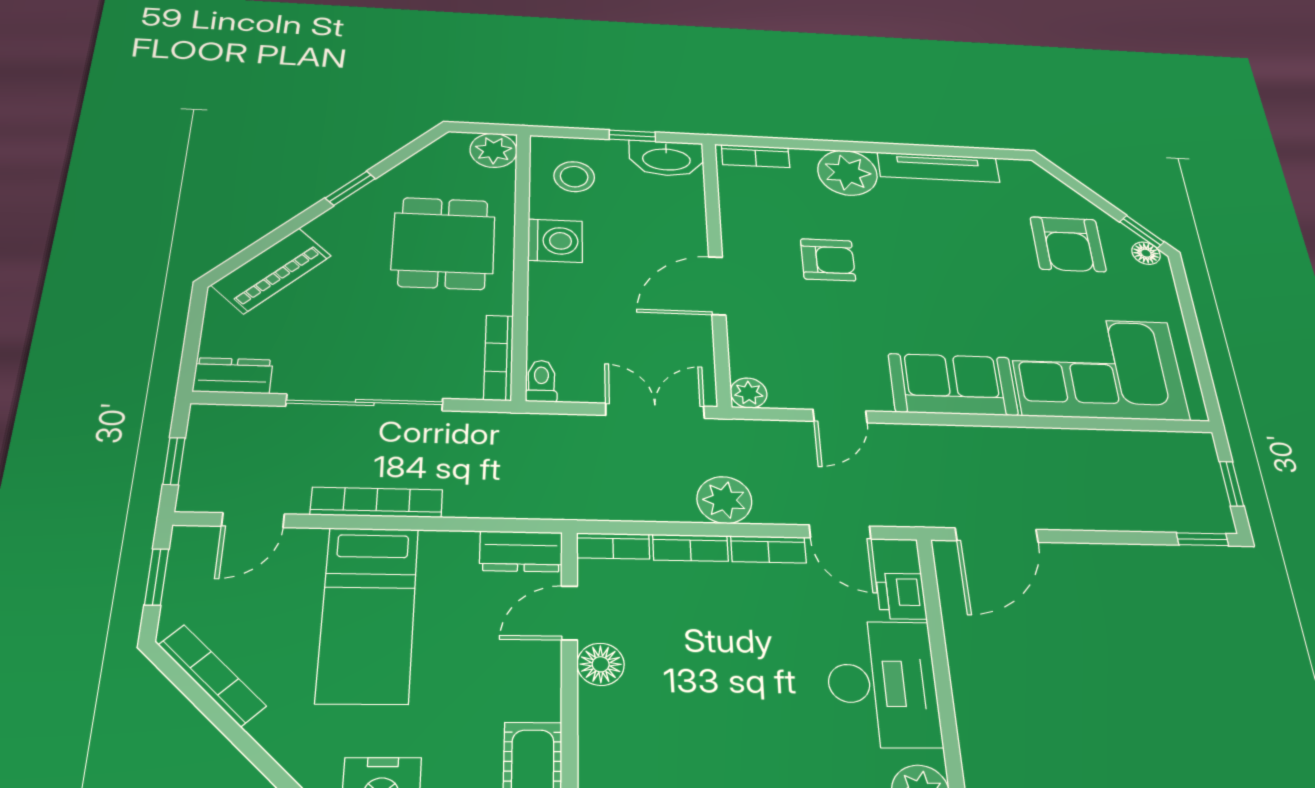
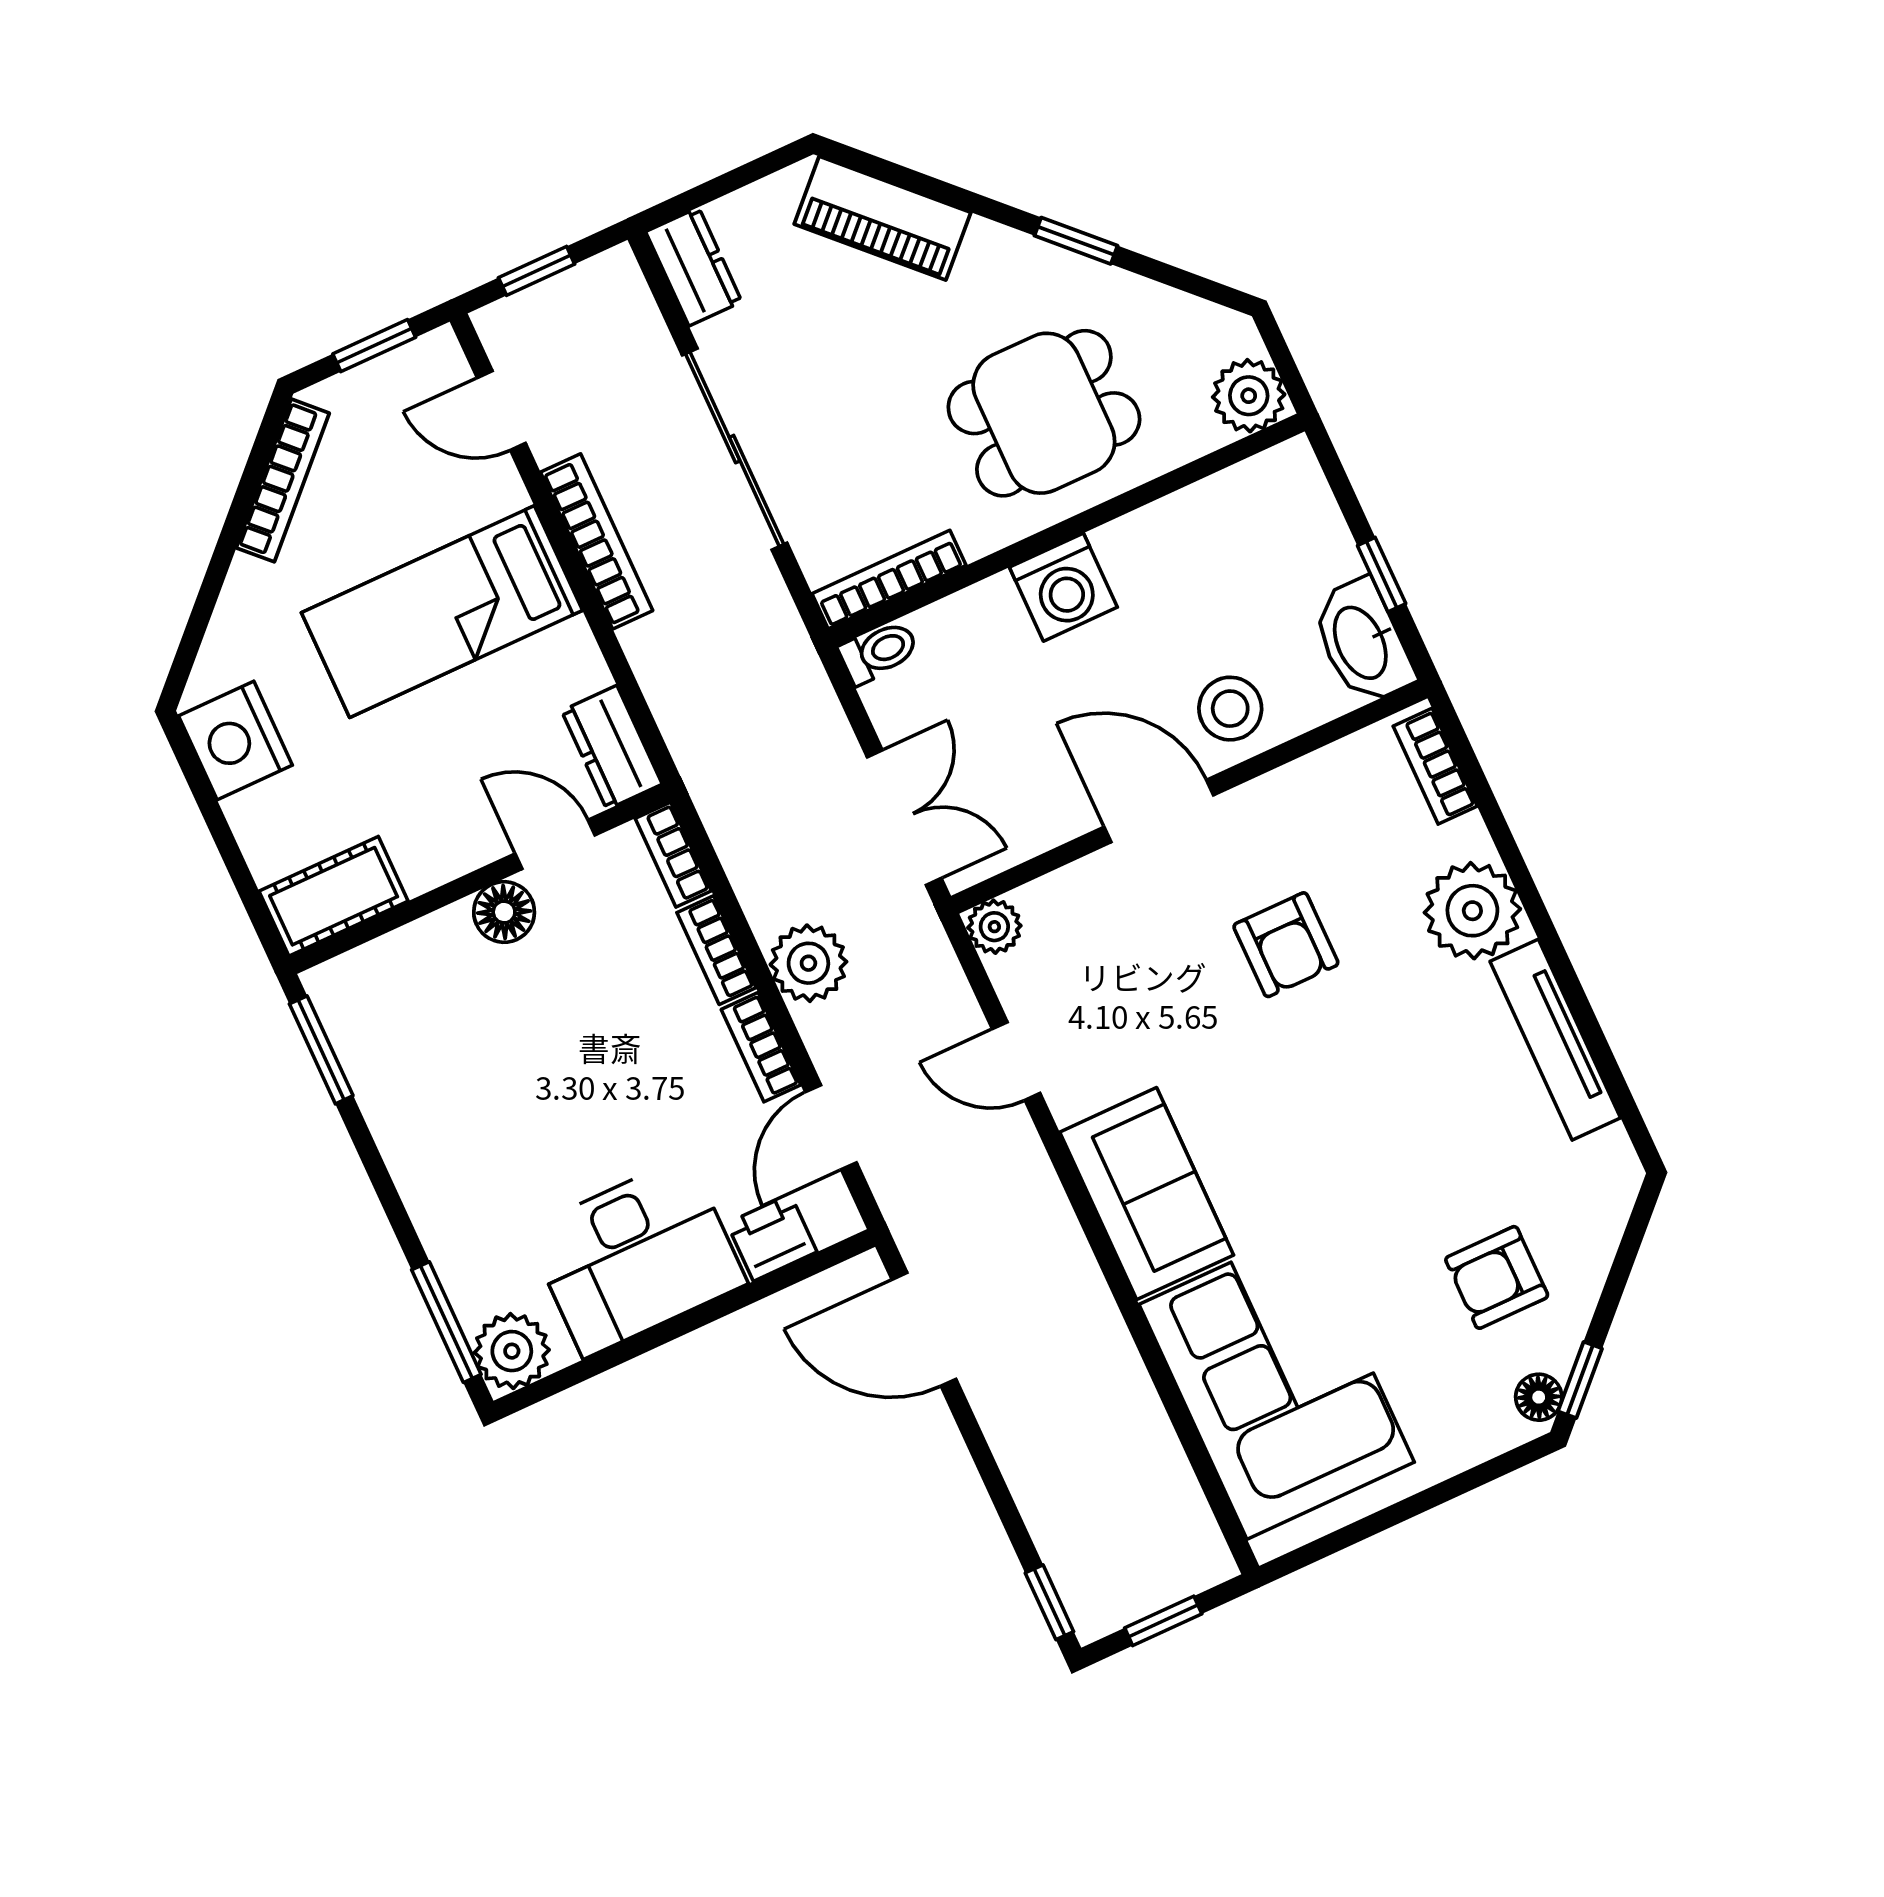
stool: (574, 177) -> (1230, 709), moved
washing machine: (555, 241) -> (1063, 587), moved
armchair: (1068, 244) -> (1497, 1277), width x0.72, depth x0.72

